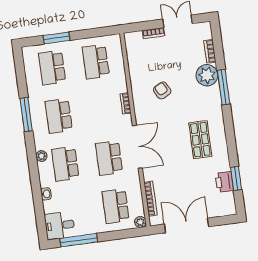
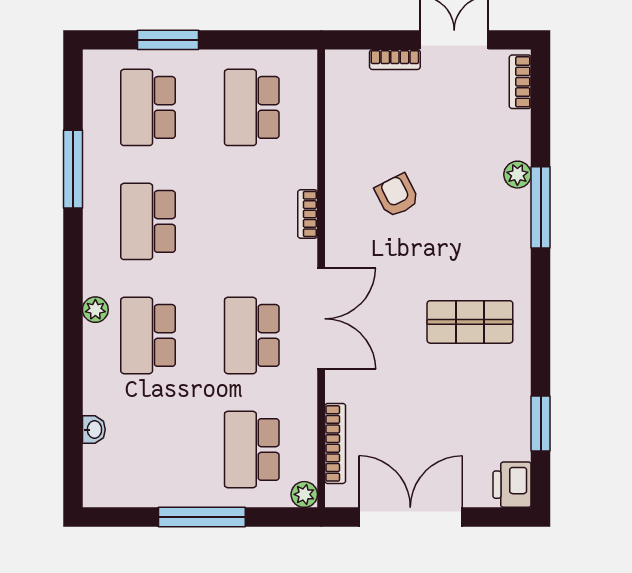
bookcase: (210, 51) -> (520, 82), moved
plant: (207, 75) -> (517, 175), width x0.53, depth x0.53
window: (26, 115) -> (73, 169), moved
shop shelf: (200, 140) -> (470, 322), turned 90
printer: (224, 182) -> (512, 485), moved
washbasin: (46, 194) -> (94, 430), moved
desk: (60, 225) -> (116, 477), removed
window: (79, 240) -> (202, 517), moved

